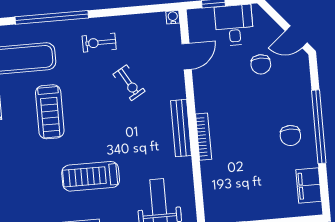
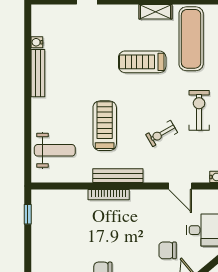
exercise bike: (99, 43) -> (199, 110), width x1.38, depth x1.39
treadmill: (91, 176) -> (105, 126), moved

